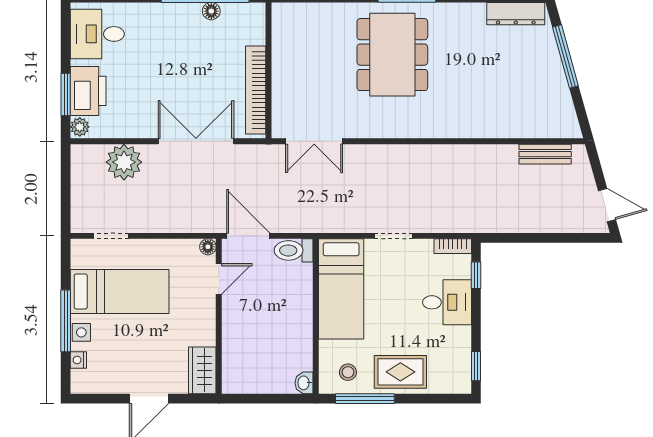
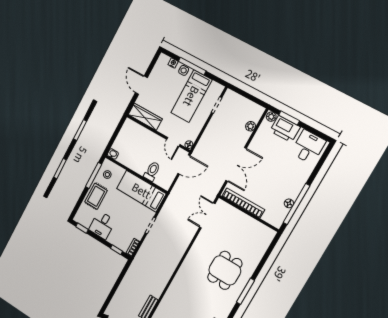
dining table: (392, 55) -> (225, 270), width x0.73
plant: (124, 162) -> (250, 126), width x0.53, depth x0.53
toilet: (294, 250) -> (152, 171), moved
desk: (447, 302) -> (102, 225), moved
wardrobe: (202, 370) -> (145, 117), width x1.50

